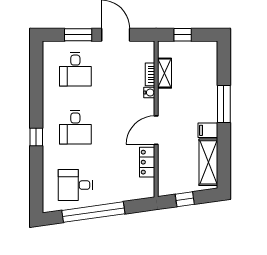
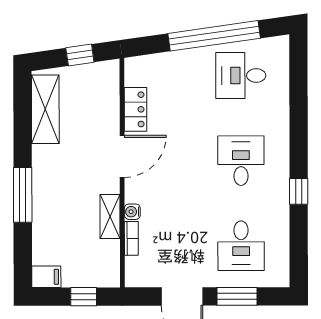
desk: (75, 69) -> (241, 246), turned 180
shelving: (164, 73) -> (110, 216), moved
filing cabinet: (208, 130) -> (46, 277), moved
window: (36, 137) -> (299, 191), moved
desk: (75, 185) -> (241, 76), turned 180

